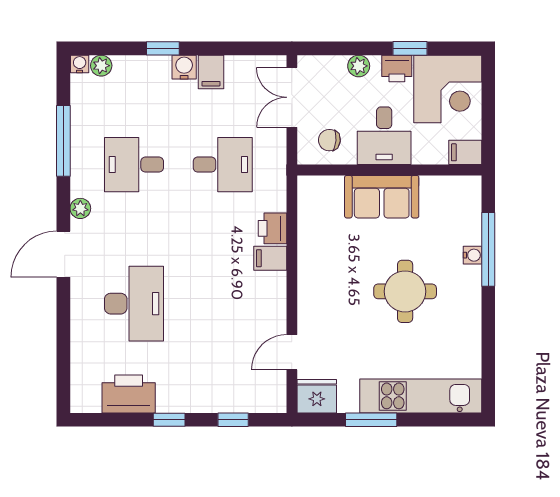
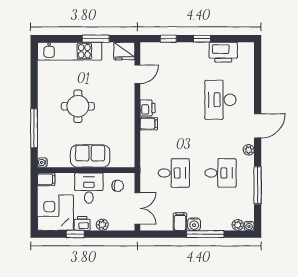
window: (163, 48) -> (205, 234), width x2.17
desk: (223, 165) -> (174, 173), turned 180
printer: (272, 228) -> (148, 108), moved
water cooler: (473, 255) -> (42, 163), moved

